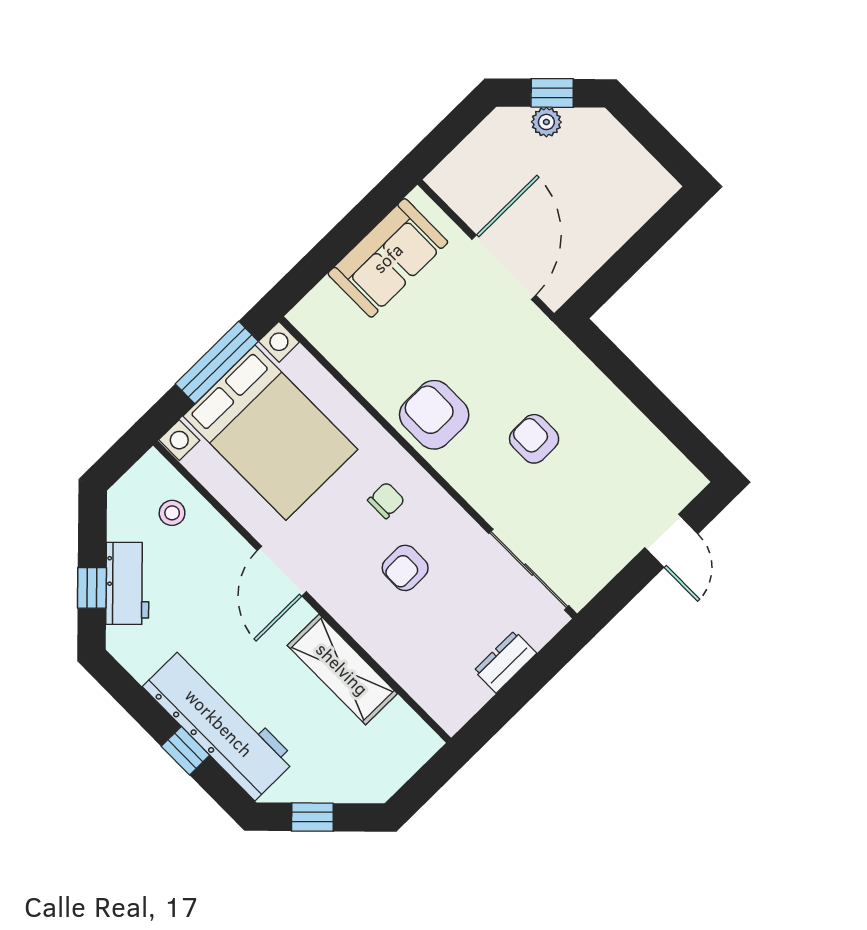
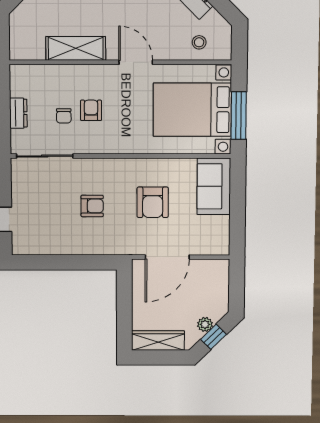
wardrobe: (633, 164) -> (158, 341), added
sofa: (388, 258) -> (214, 186), moved
door: (504, 267) -> (167, 257), hinge flipped
armchair: (434, 415) -> (153, 202), moved, turned 90
chair: (386, 500) -> (64, 116), moved

